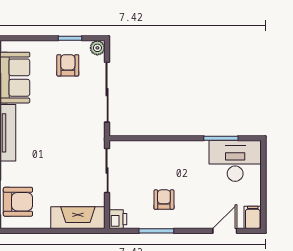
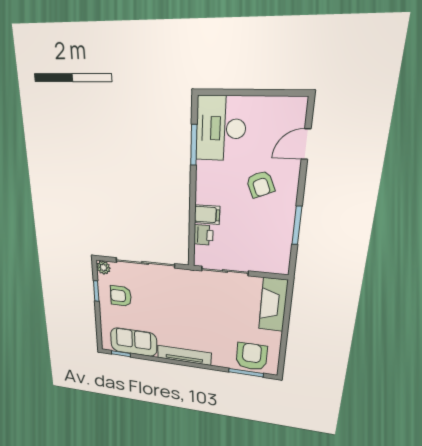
armchair: (164, 200) -> (260, 184), moved, turned -113
filing cabinet: (253, 217) -> (207, 215), moved, turned 180
printer: (118, 219) -> (203, 235), moved, turned 90
door: (225, 231) -> (306, 144), hinge flipped

